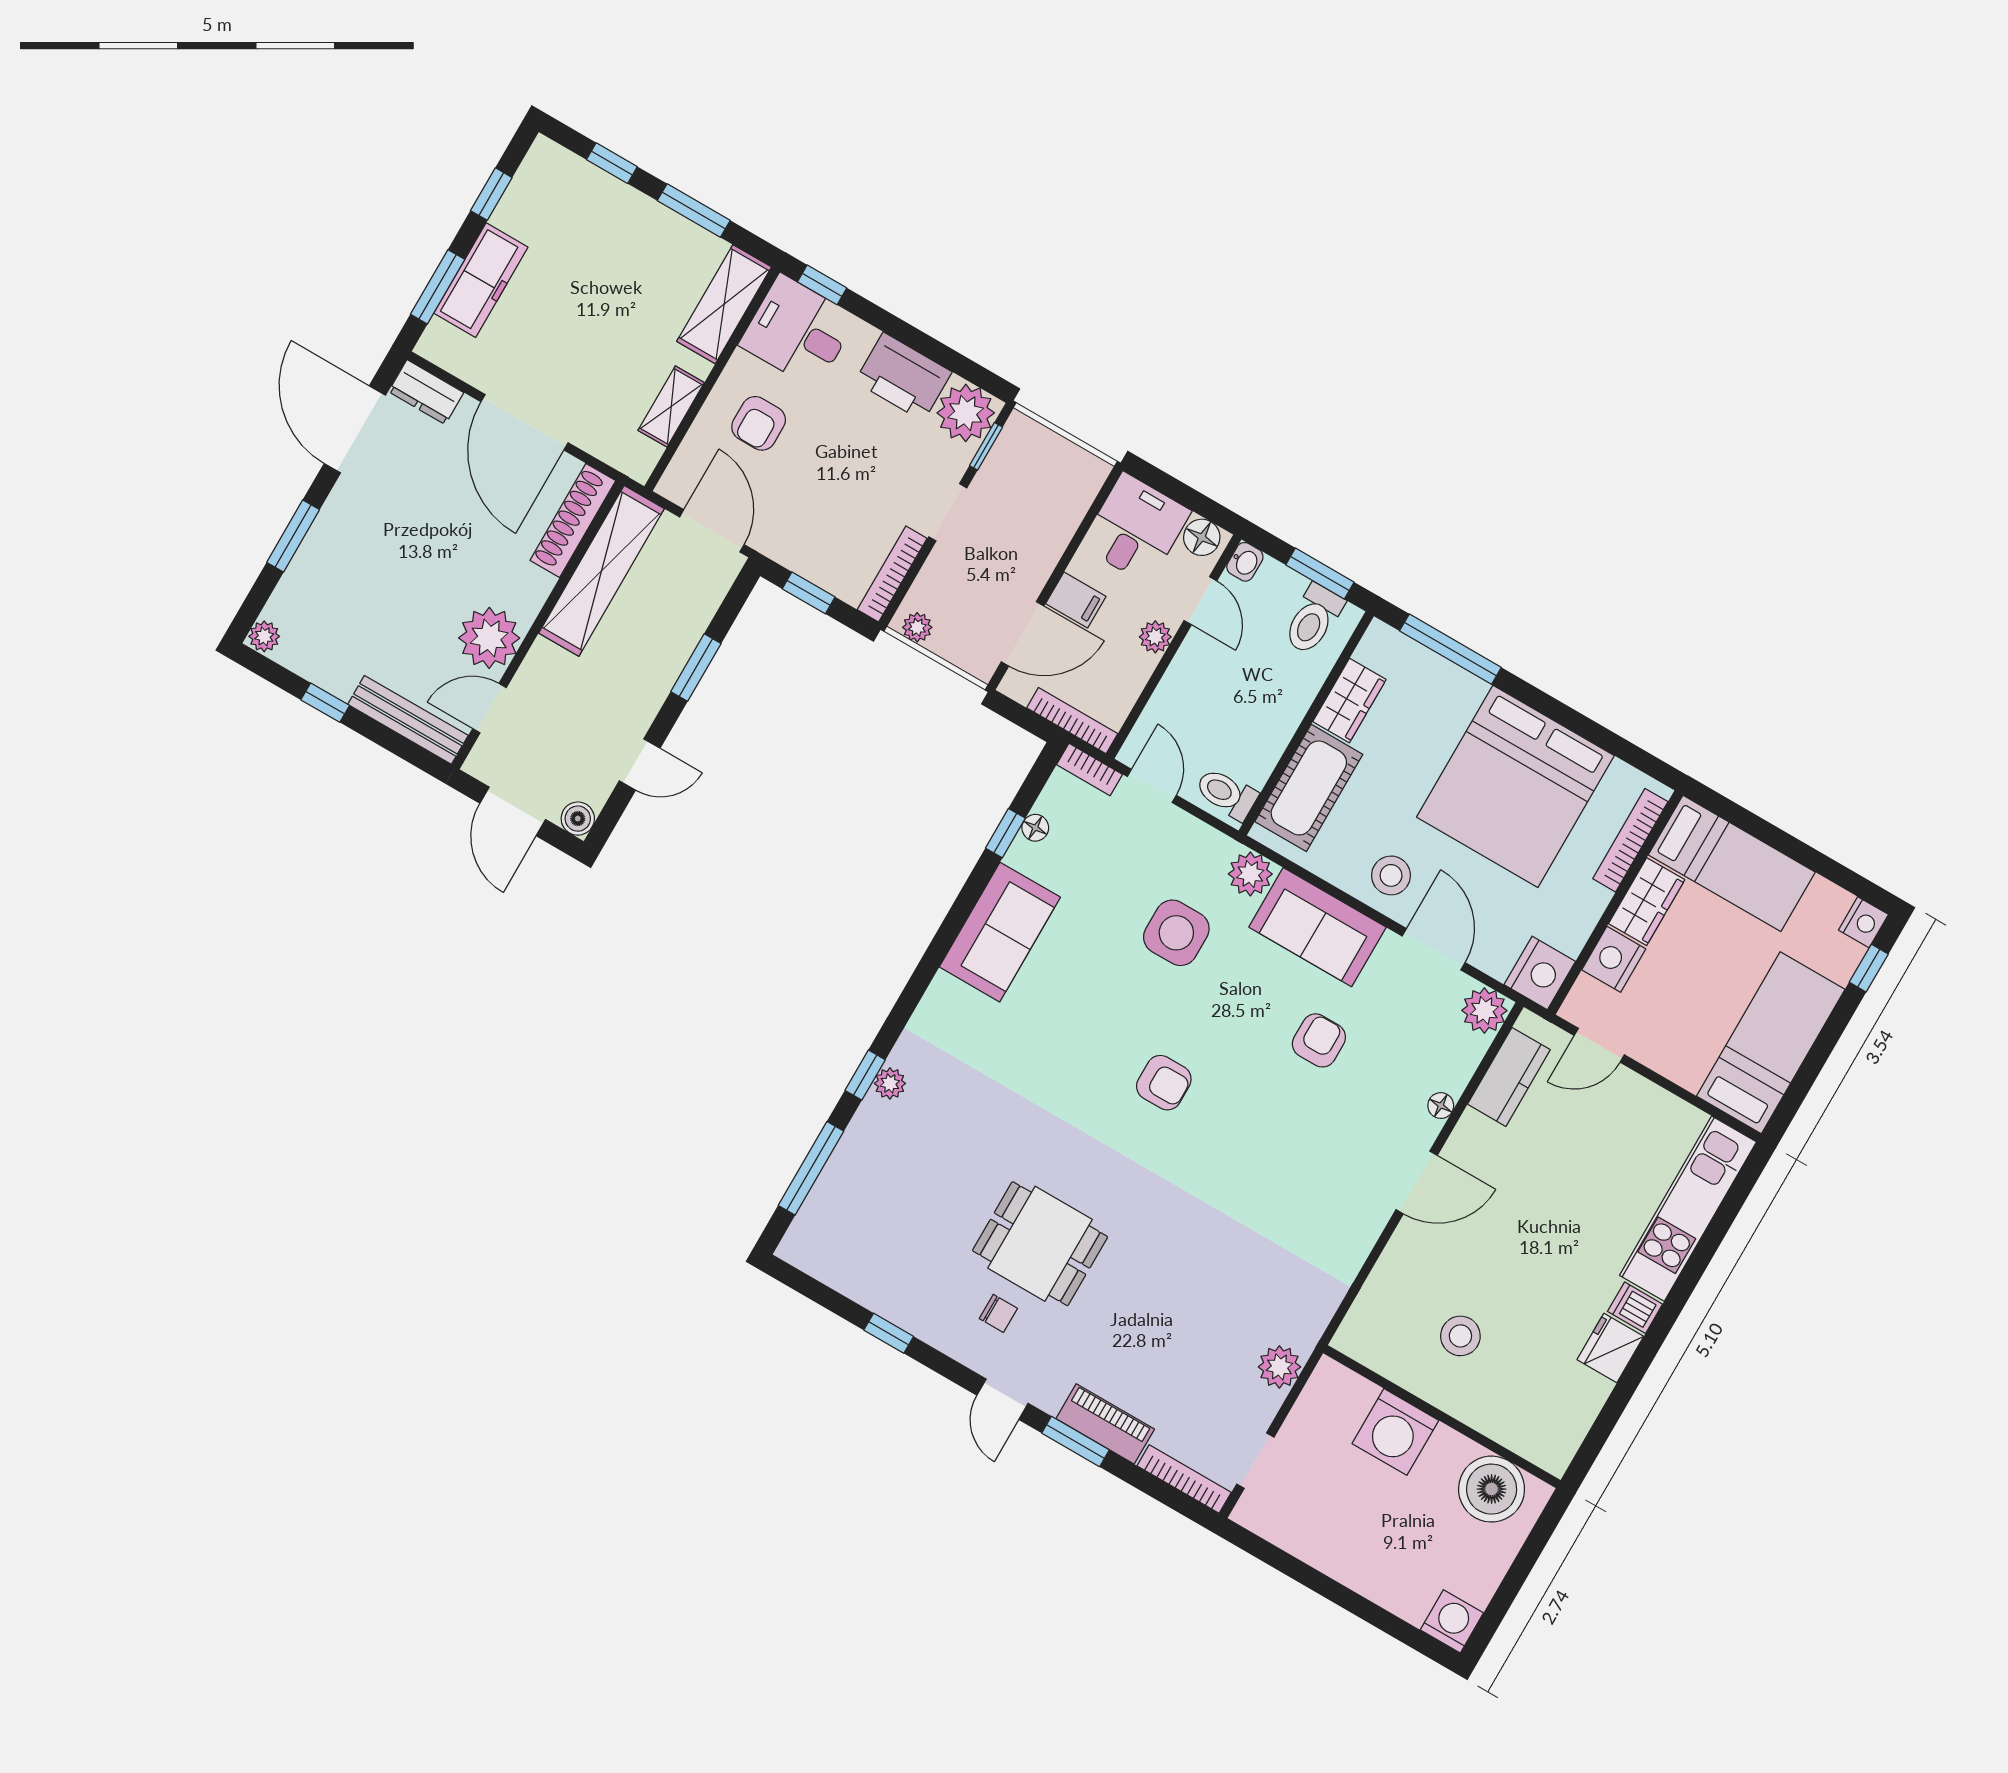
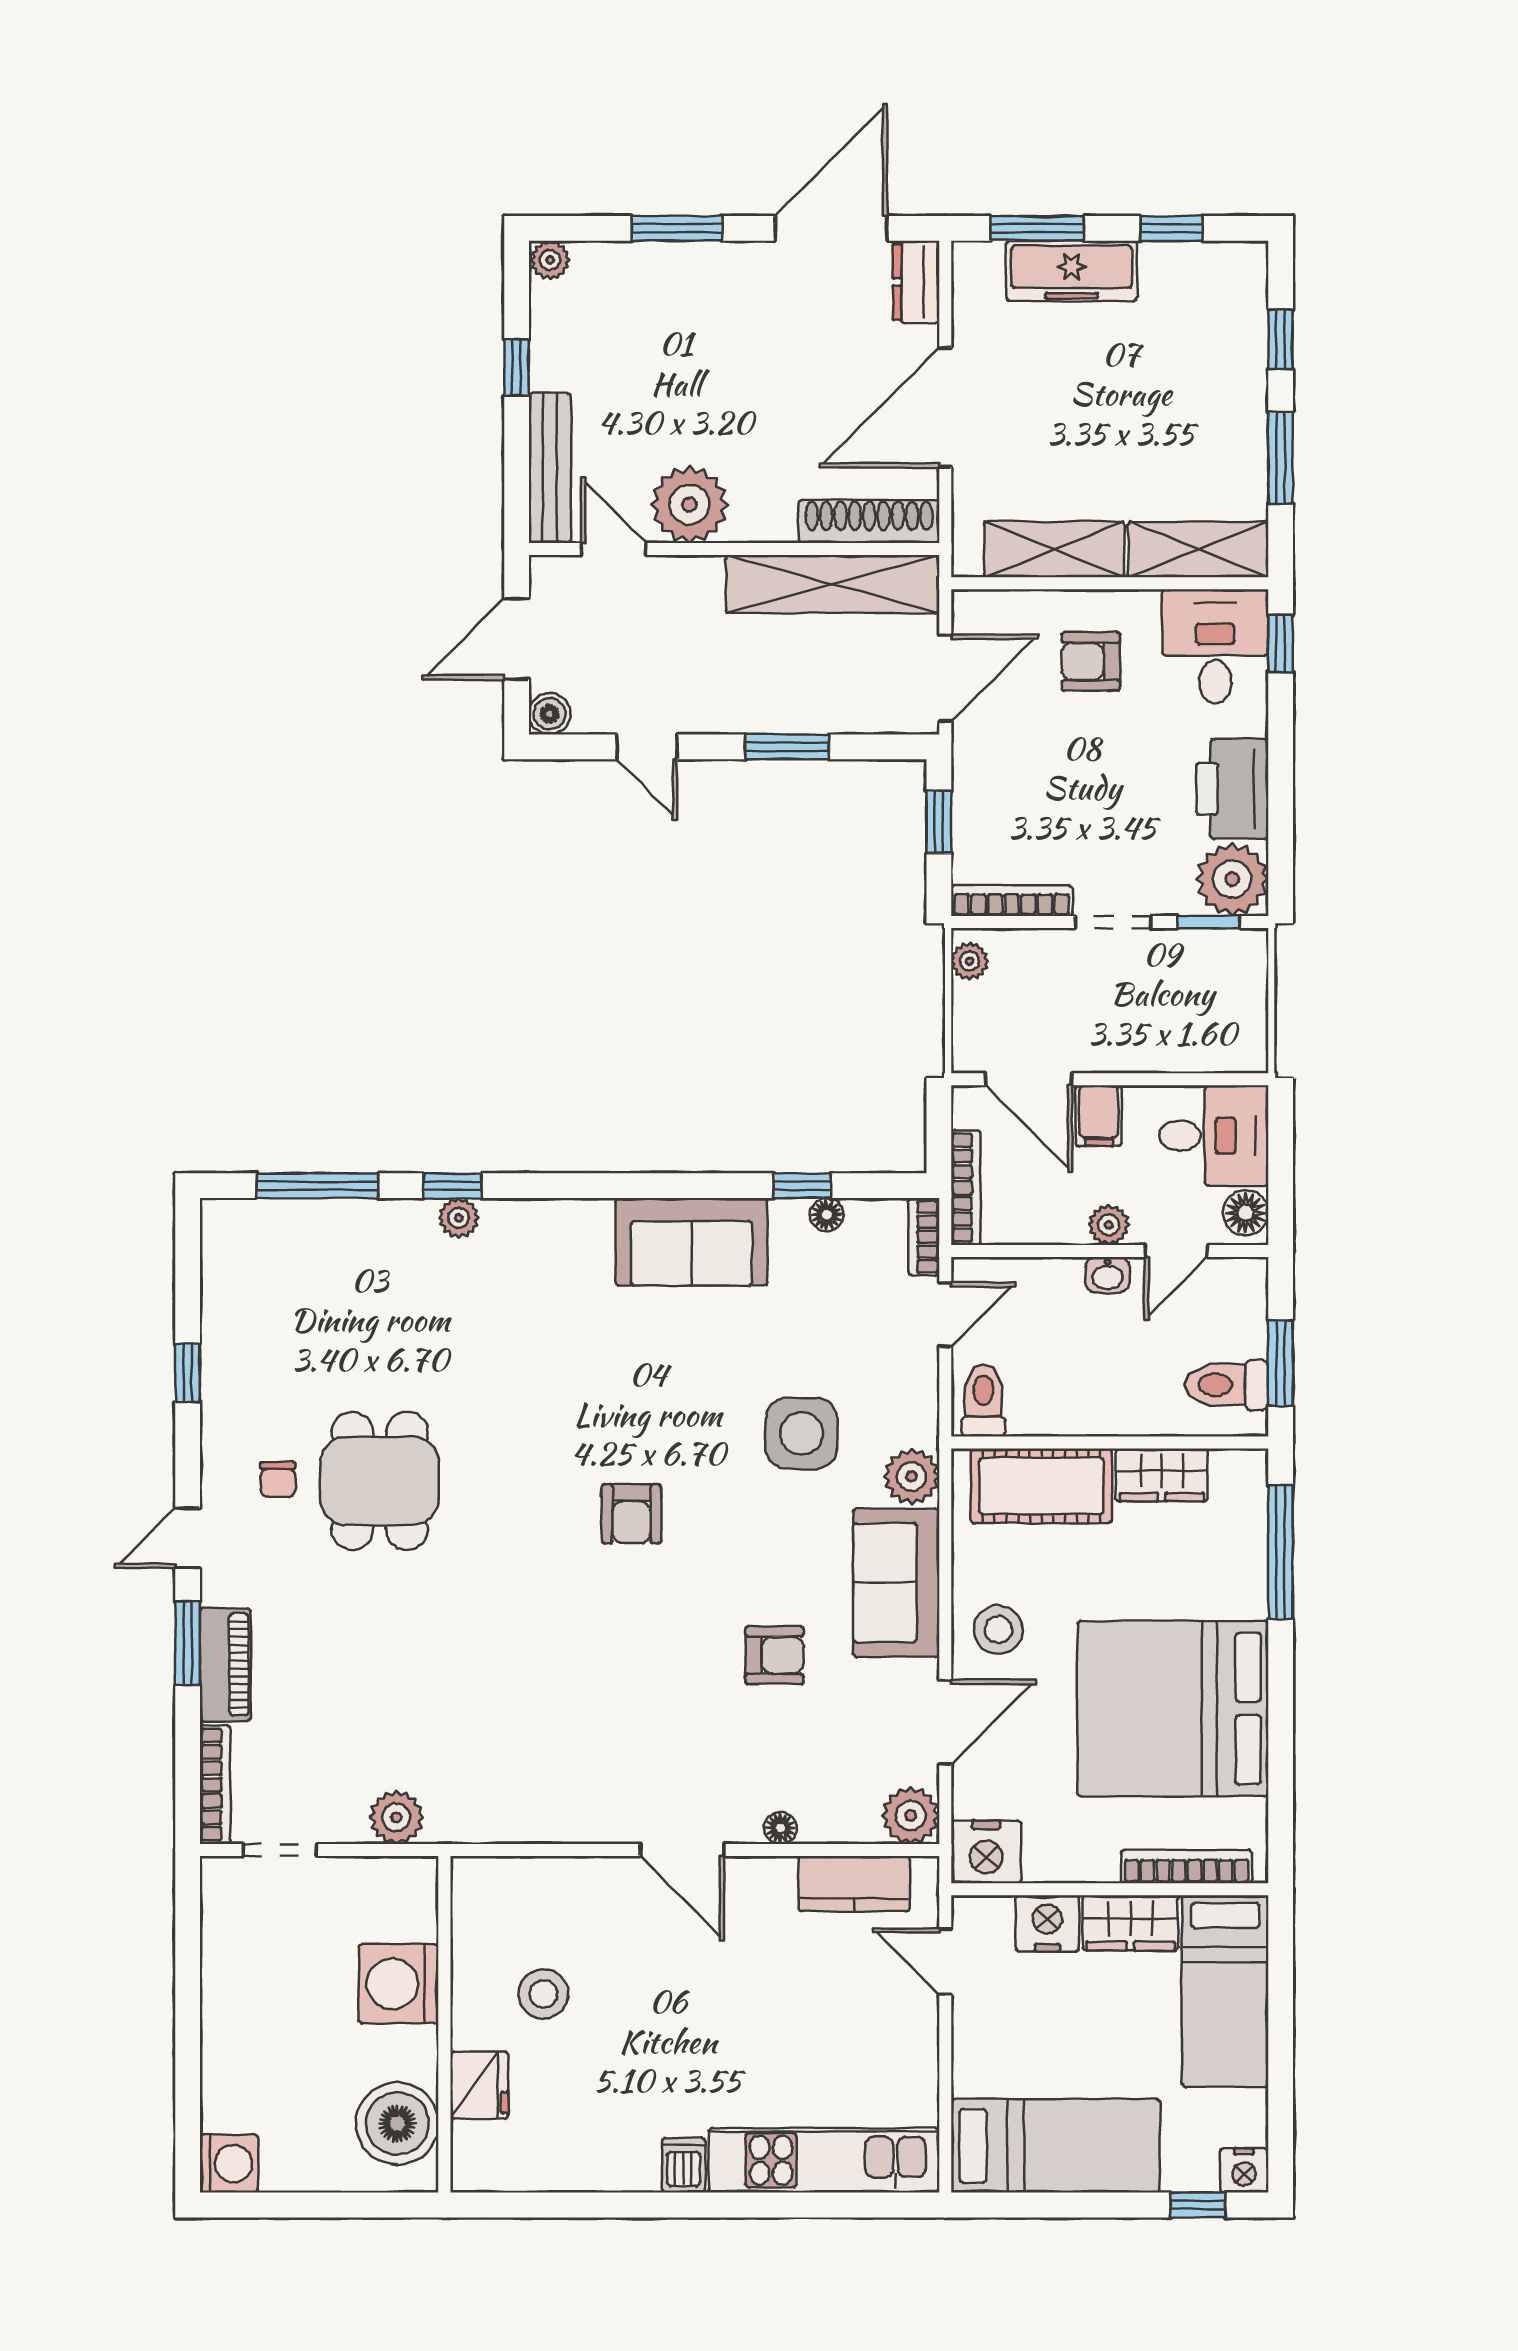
shelving: (671, 407) -> (1054, 549), width x1.50, depth x1.33
washbasin: (1245, 562) -> (1108, 1275), moved
fridge: (1610, 1348) -> (479, 2085), moved, turned 90

